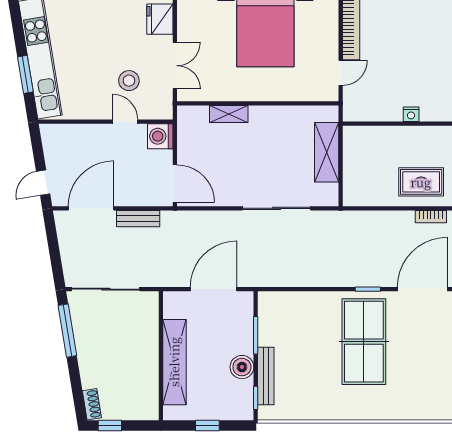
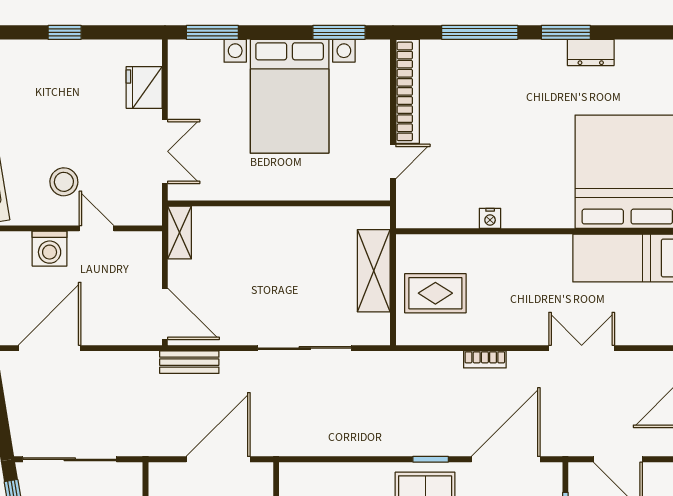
stool: (129, 81) -> (64, 182), moved
shelving: (229, 114) -> (180, 233), moved, turned 90
washing machine: (160, 136) -> (50, 249), moved, turned -90
rug: (421, 182) -> (435, 293), moved
bookcase: (431, 217) -> (485, 359), moved
bench: (138, 219) -> (189, 362), moved

